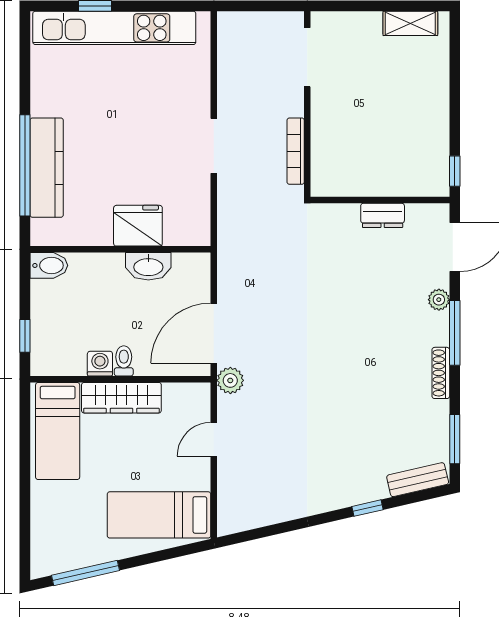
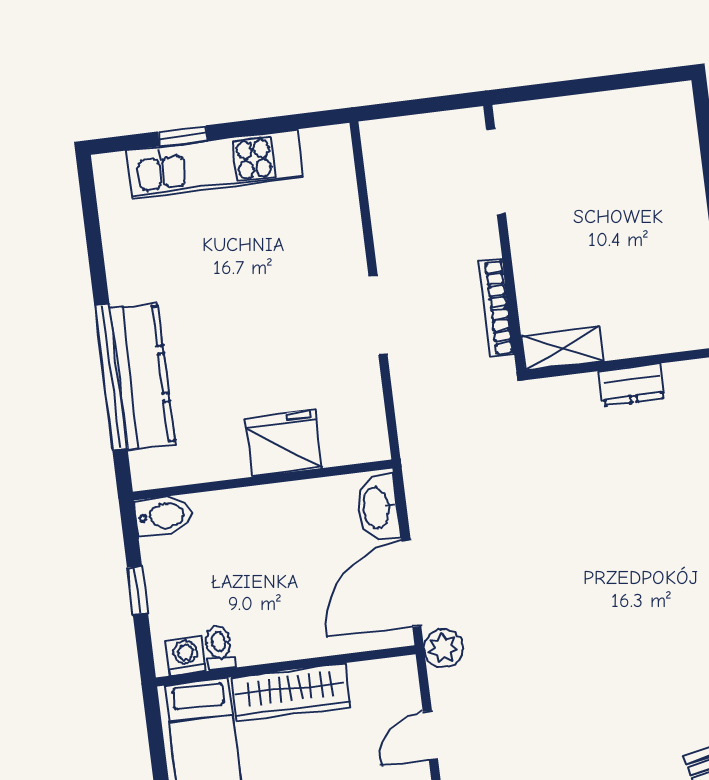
shelving: (410, 23) -> (562, 349), moved
kitchen unit: (114, 28) -> (214, 164), width x0.73
washbasin: (148, 266) -> (377, 508), moved, turned 90
window: (25, 336) -> (137, 590), moved
toilet: (124, 361) -> (219, 648), moved
washing machine: (100, 364) -> (185, 656), moved

